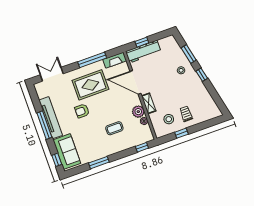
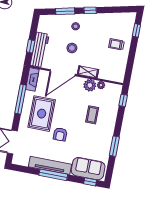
stool: (169, 119) -> (72, 48), moved
window: (181, 133) -> (136, 30), moved

